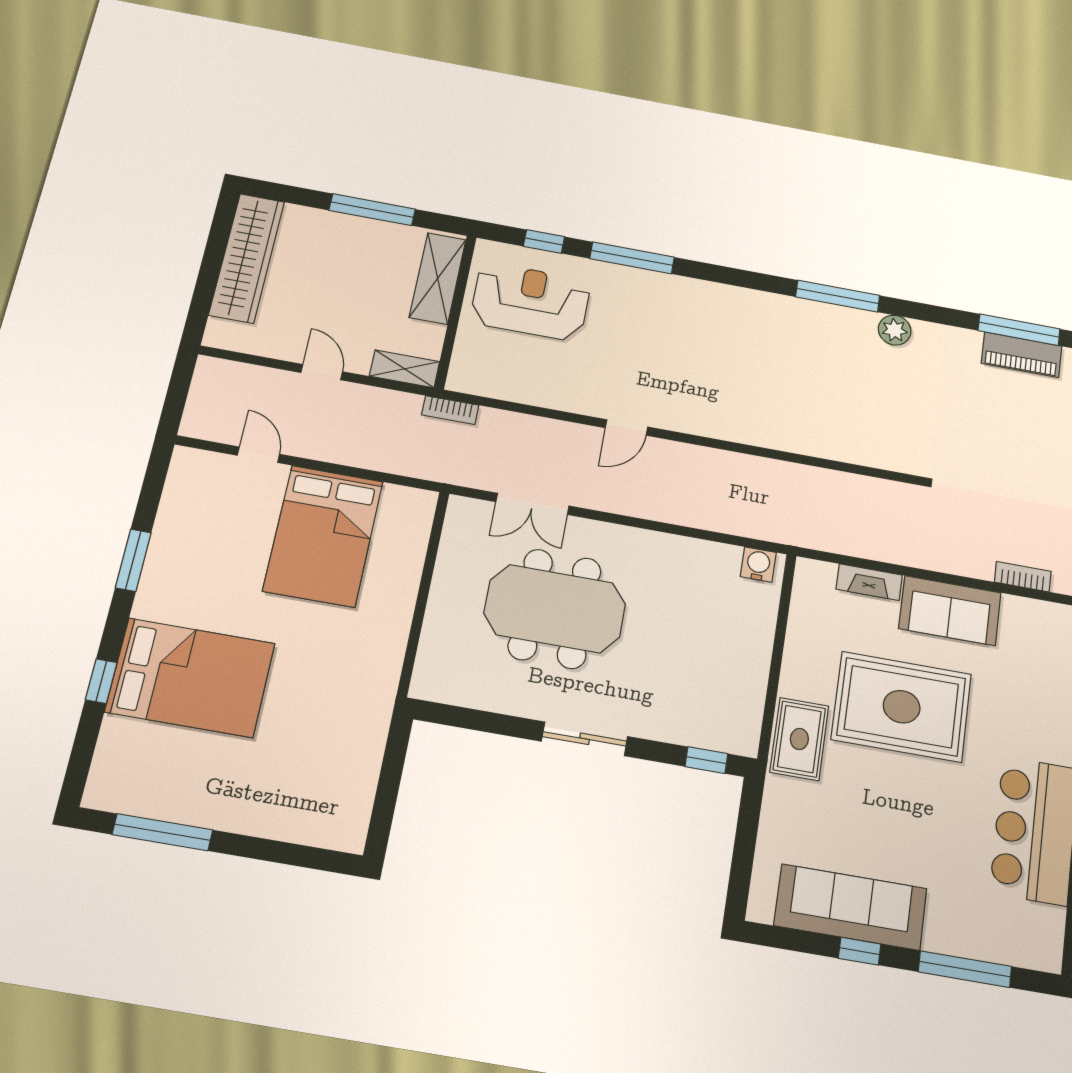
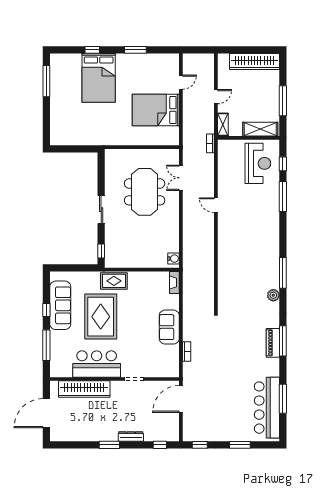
fireplace: (869, 582) -> (174, 282), moved
rug: (902, 707) -> (101, 317), moved

